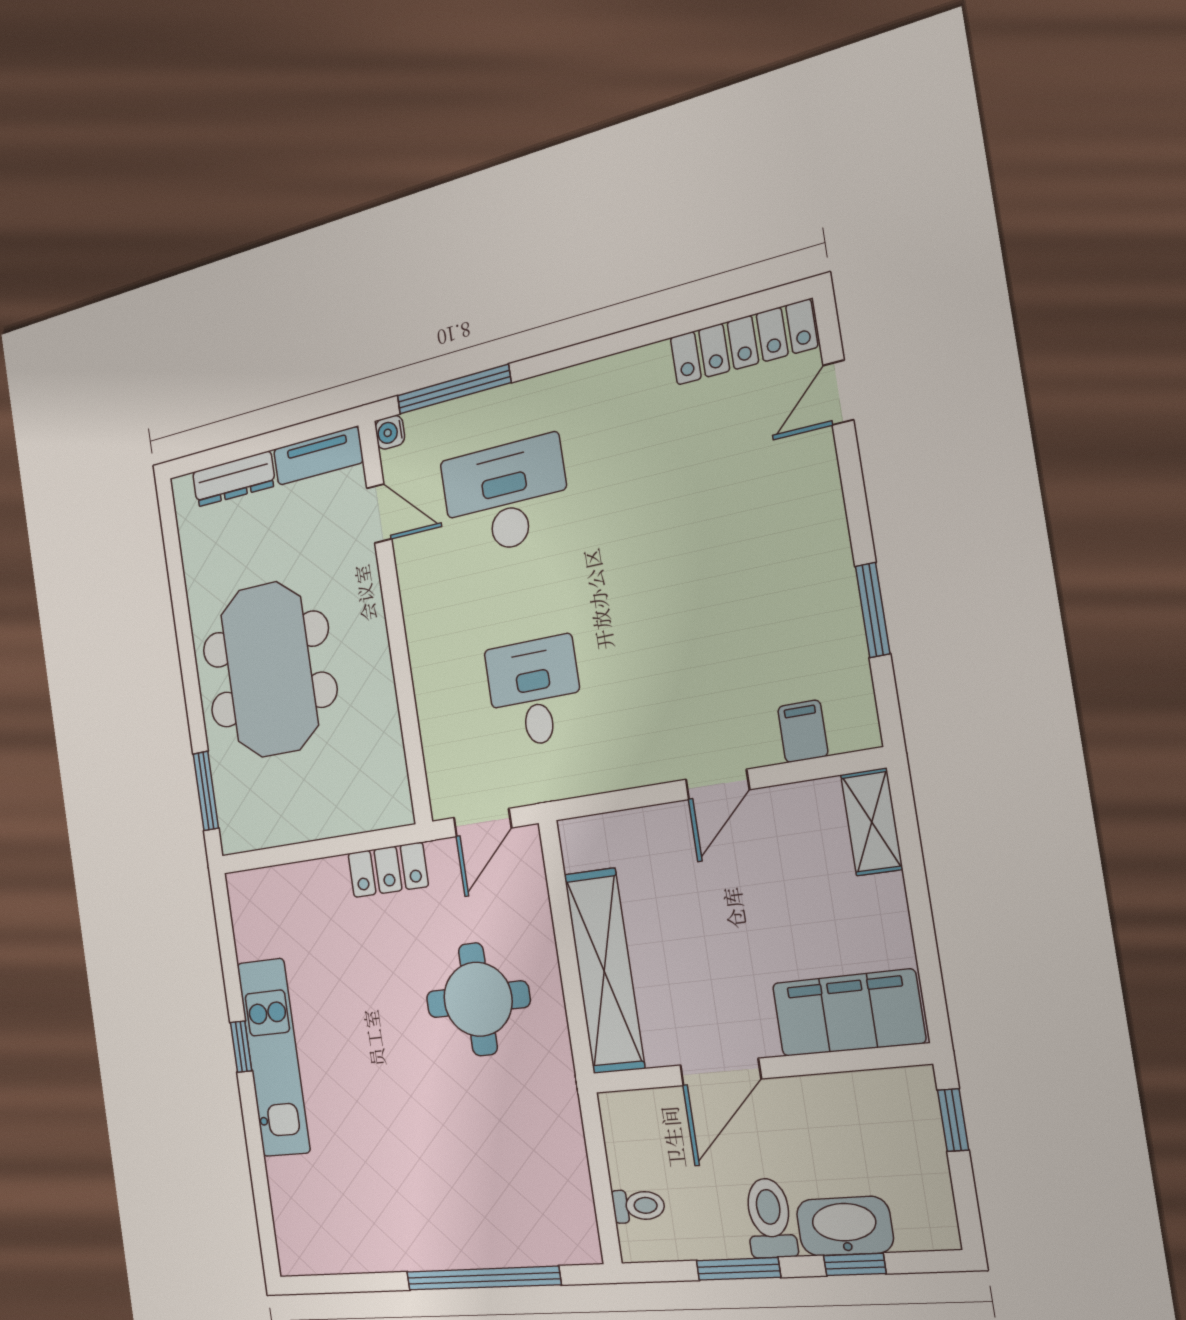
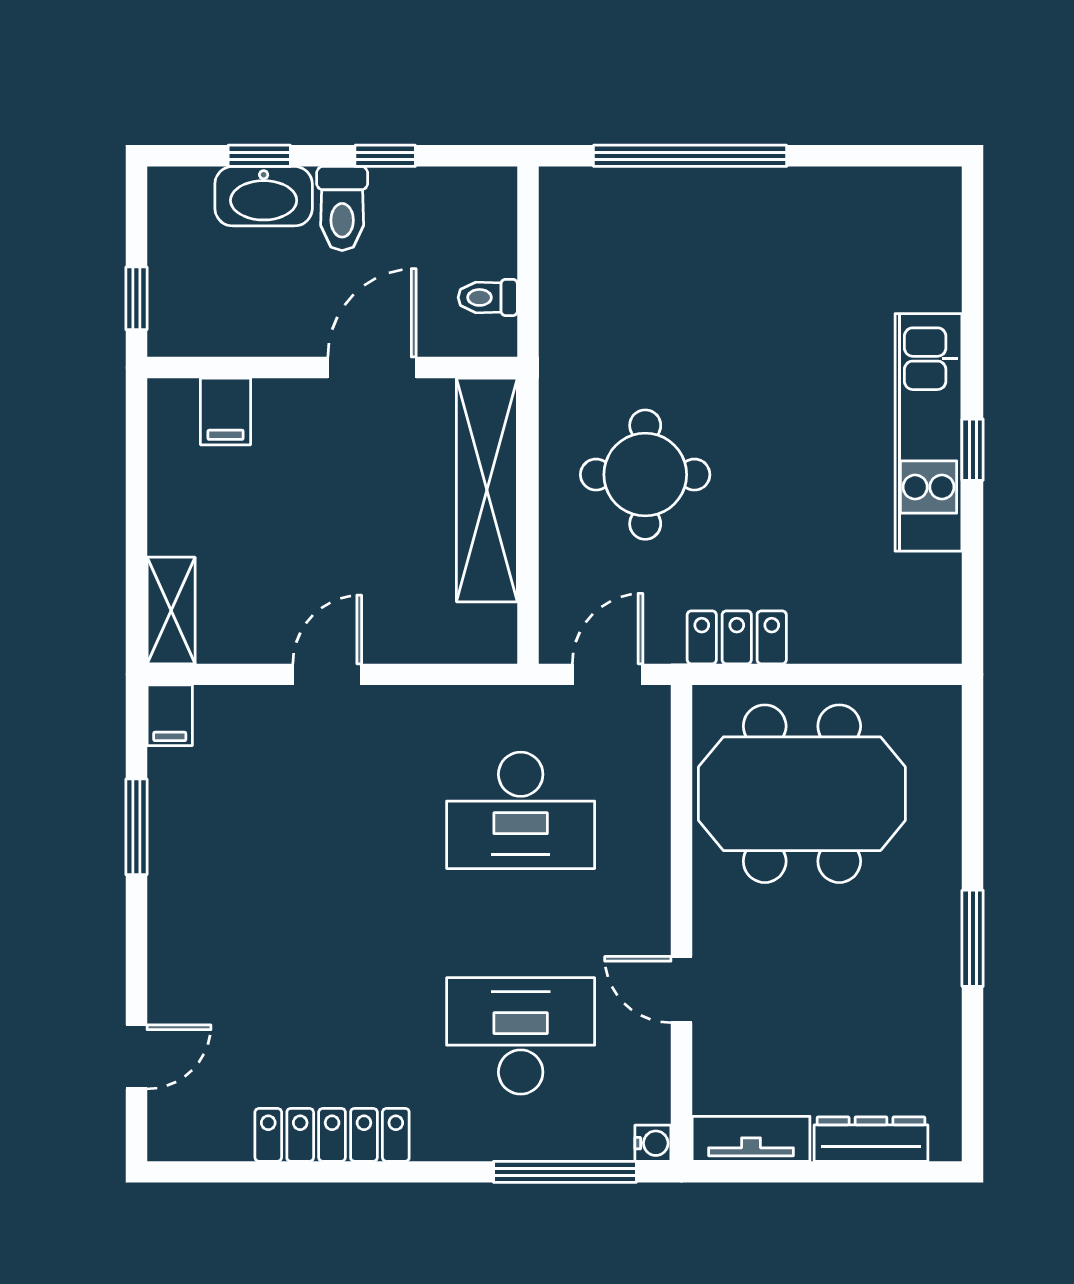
locker: (743, 342) -> (332, 1135), moved
desk: (506, 496) -> (521, 1036), turned 180
door: (379, 513) -> (682, 990), moved
meeting table: (269, 670) -> (802, 794), moved, turned 90
desk: (535, 692) -> (521, 810), width x1.37
filing cabinet: (803, 731) -> (170, 715), moved
window: (206, 791) -> (973, 938), moved
filing cabinet: (848, 1013) -> (226, 411), width x0.33, depth x0.86
toilet: (638, 1206) -> (488, 297), moved
window: (738, 1269) -> (385, 156), width x0.67

